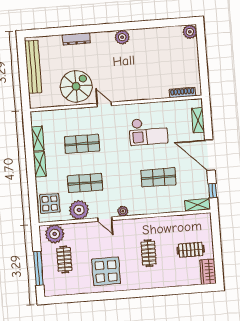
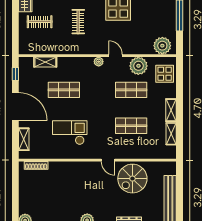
shelving: (198, 205) -> (45, 62), moved
clothes rail: (64, 260) -> (155, 22), removed

